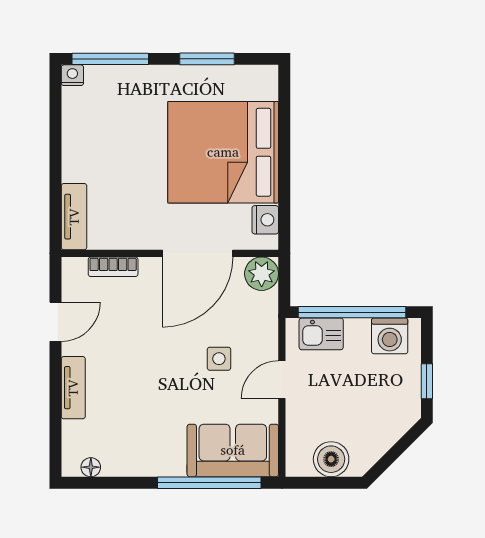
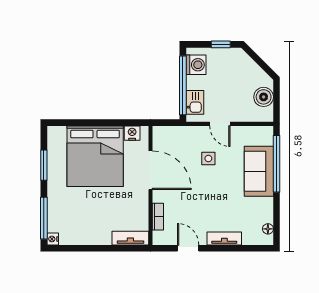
plant: (262, 274) -> (162, 135), removed
sofa: (233, 450) -> (259, 171), moved

